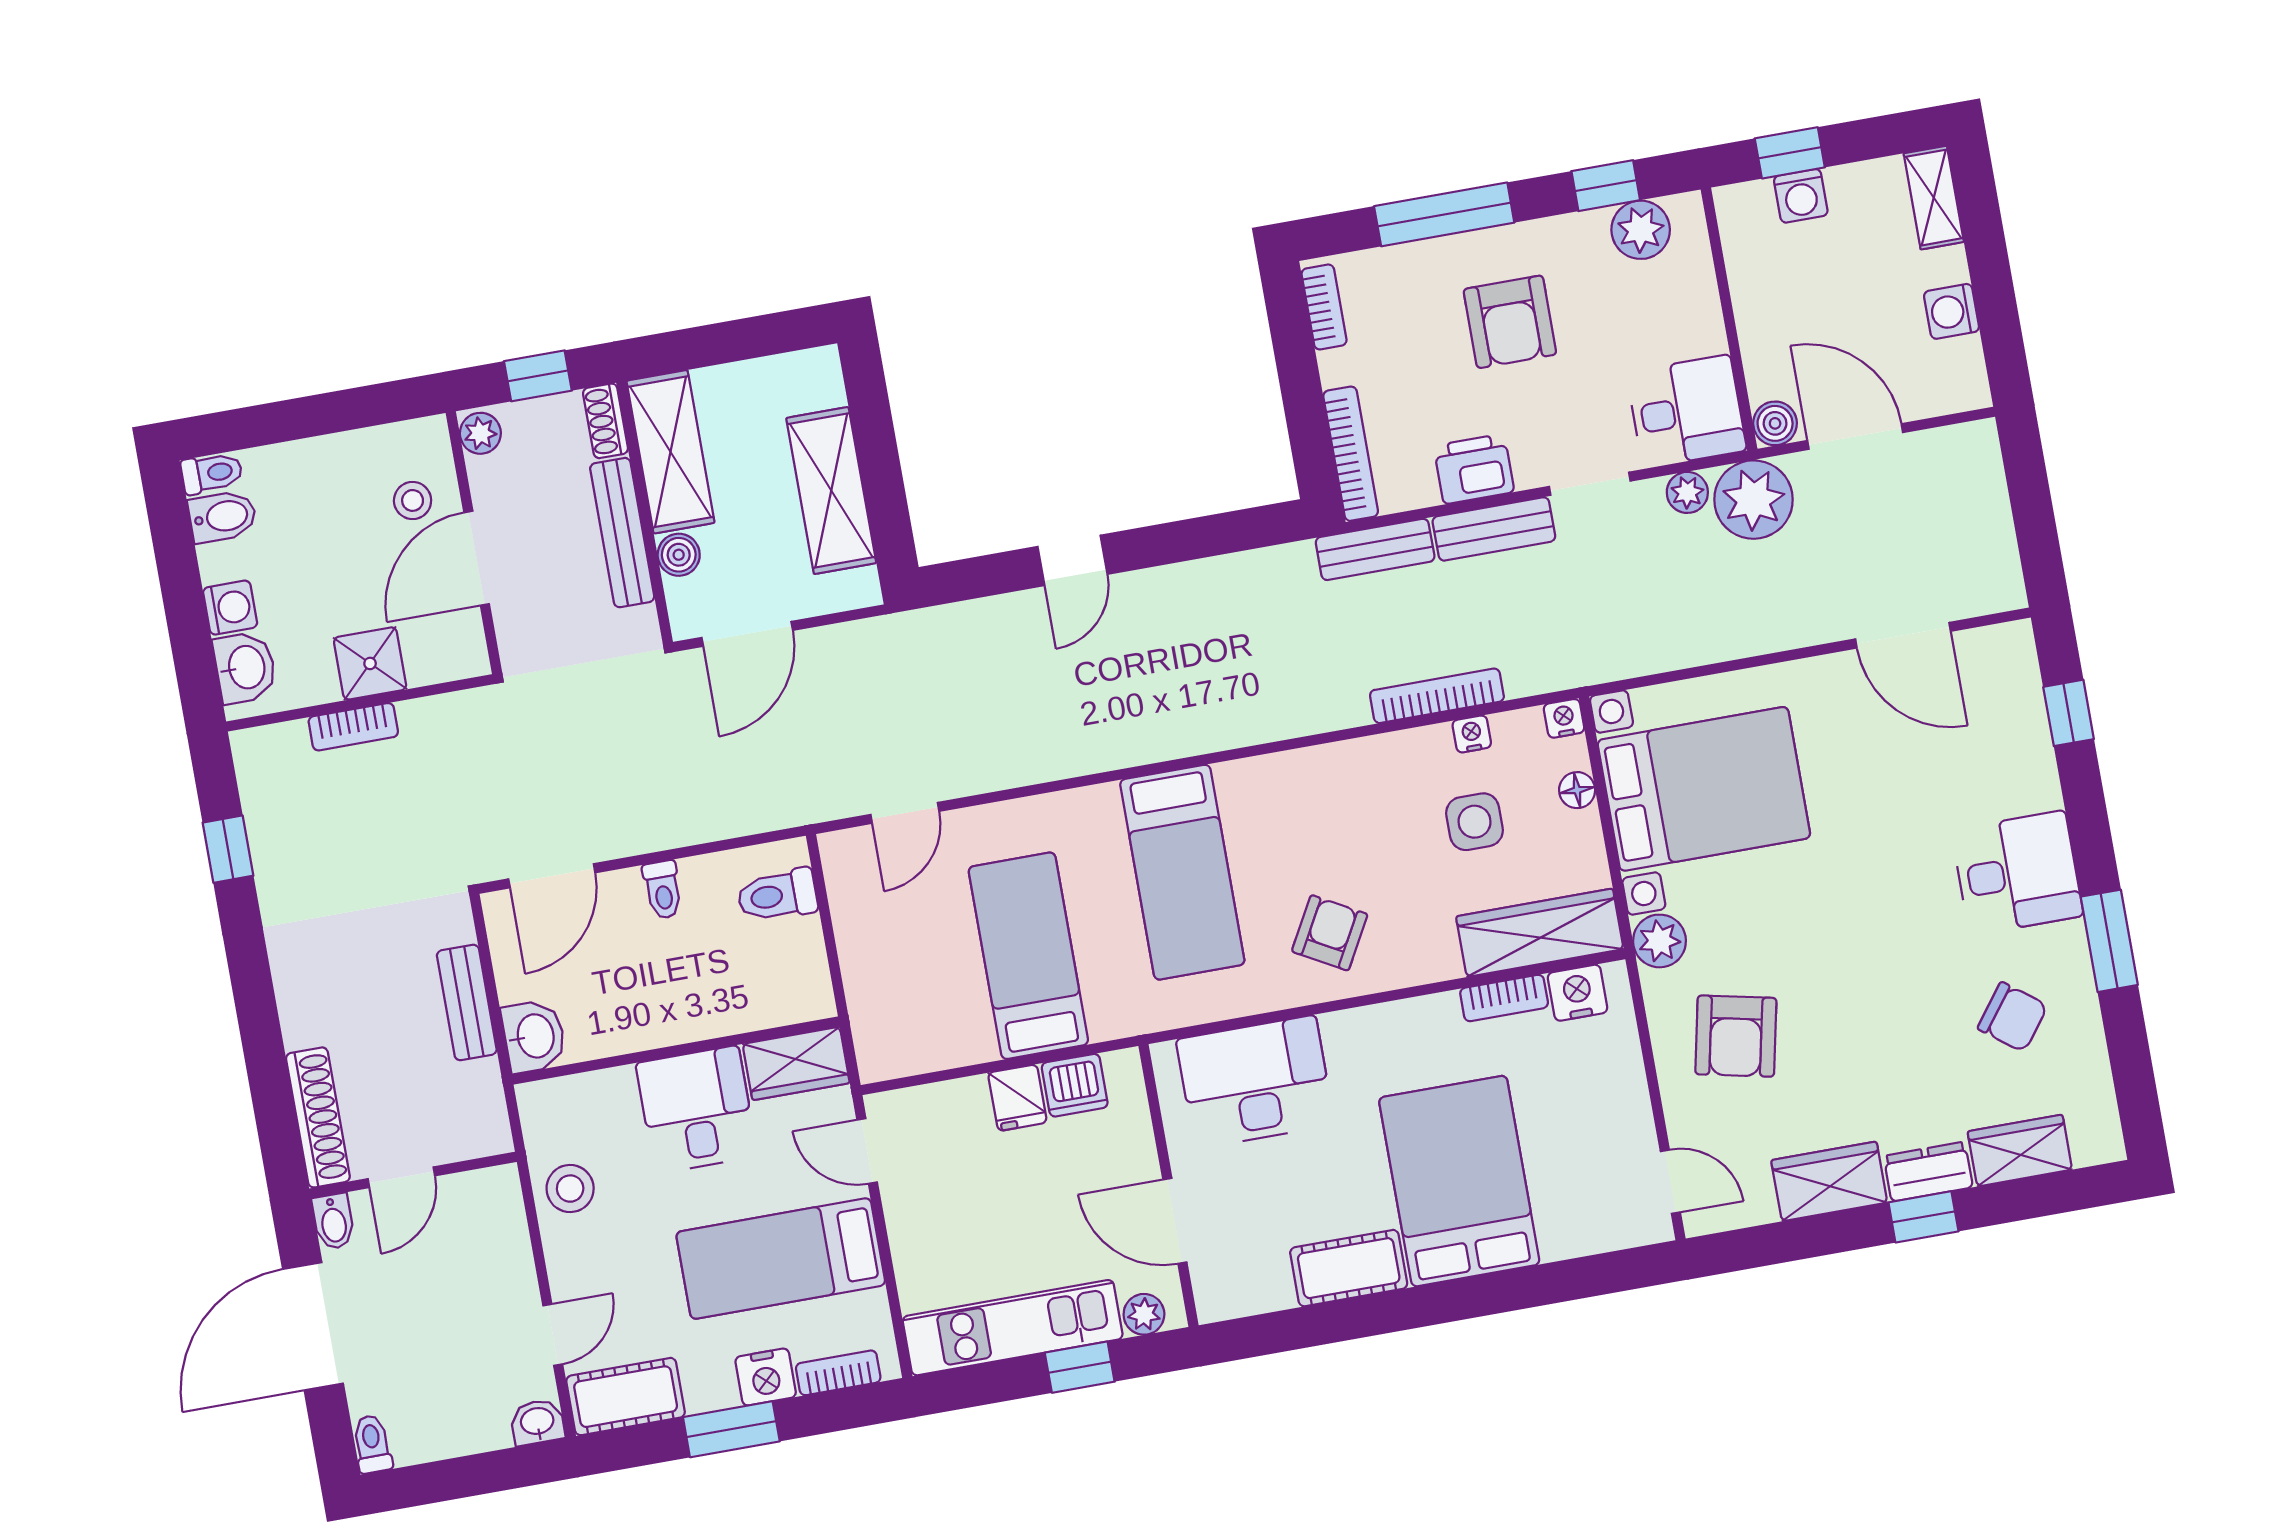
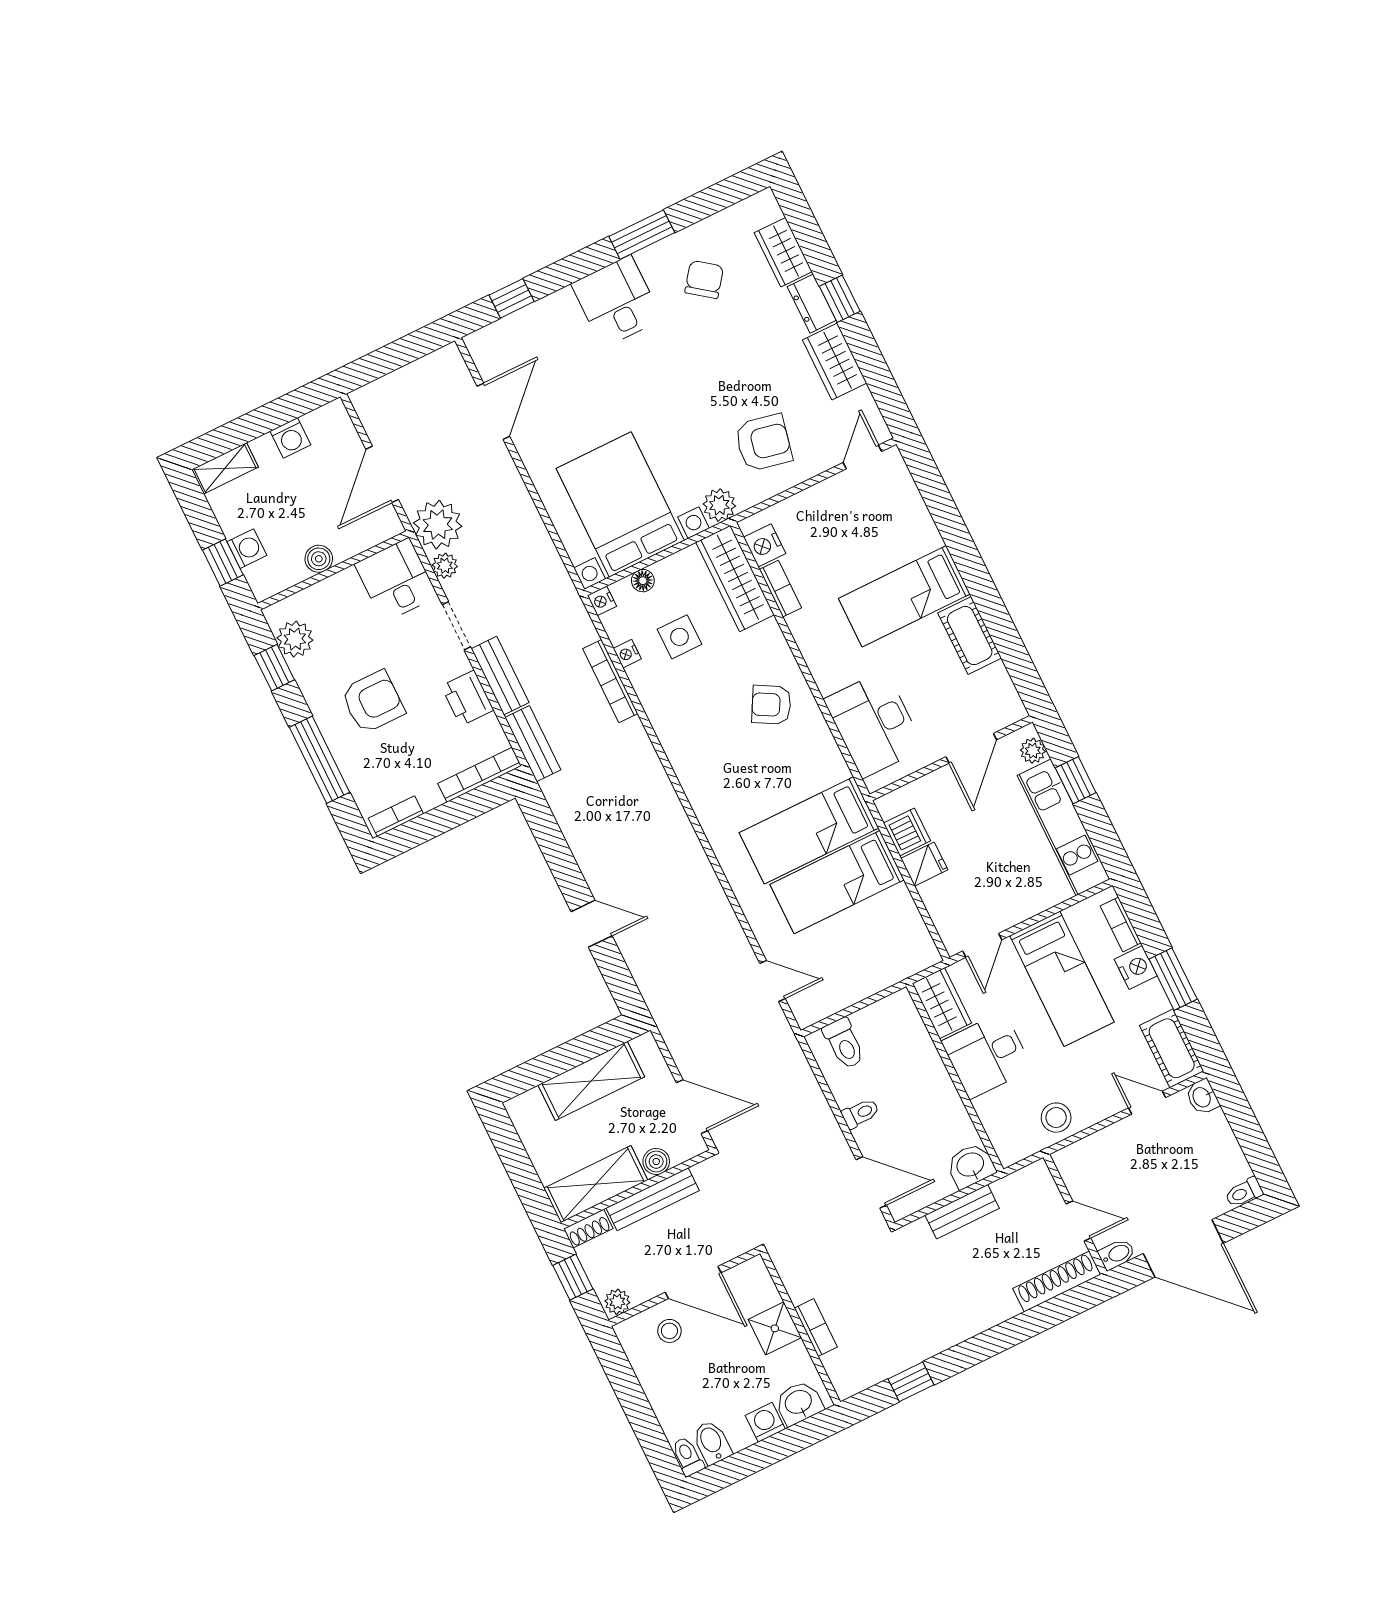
boiler: (1775, 423) -> (319, 559), moved
bed: (1182, 872) -> (809, 830), moved, turned 180
bed: (1459, 1181) -> (904, 596), width x0.67

